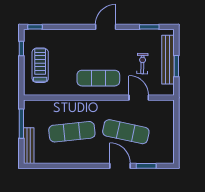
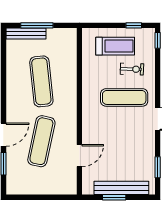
exercise bike: (142, 64) -> (132, 69), moved
exercise mat: (98, 78) -> (124, 97), moved, turned 90
window: (21, 124) -> (37, 25), moved

